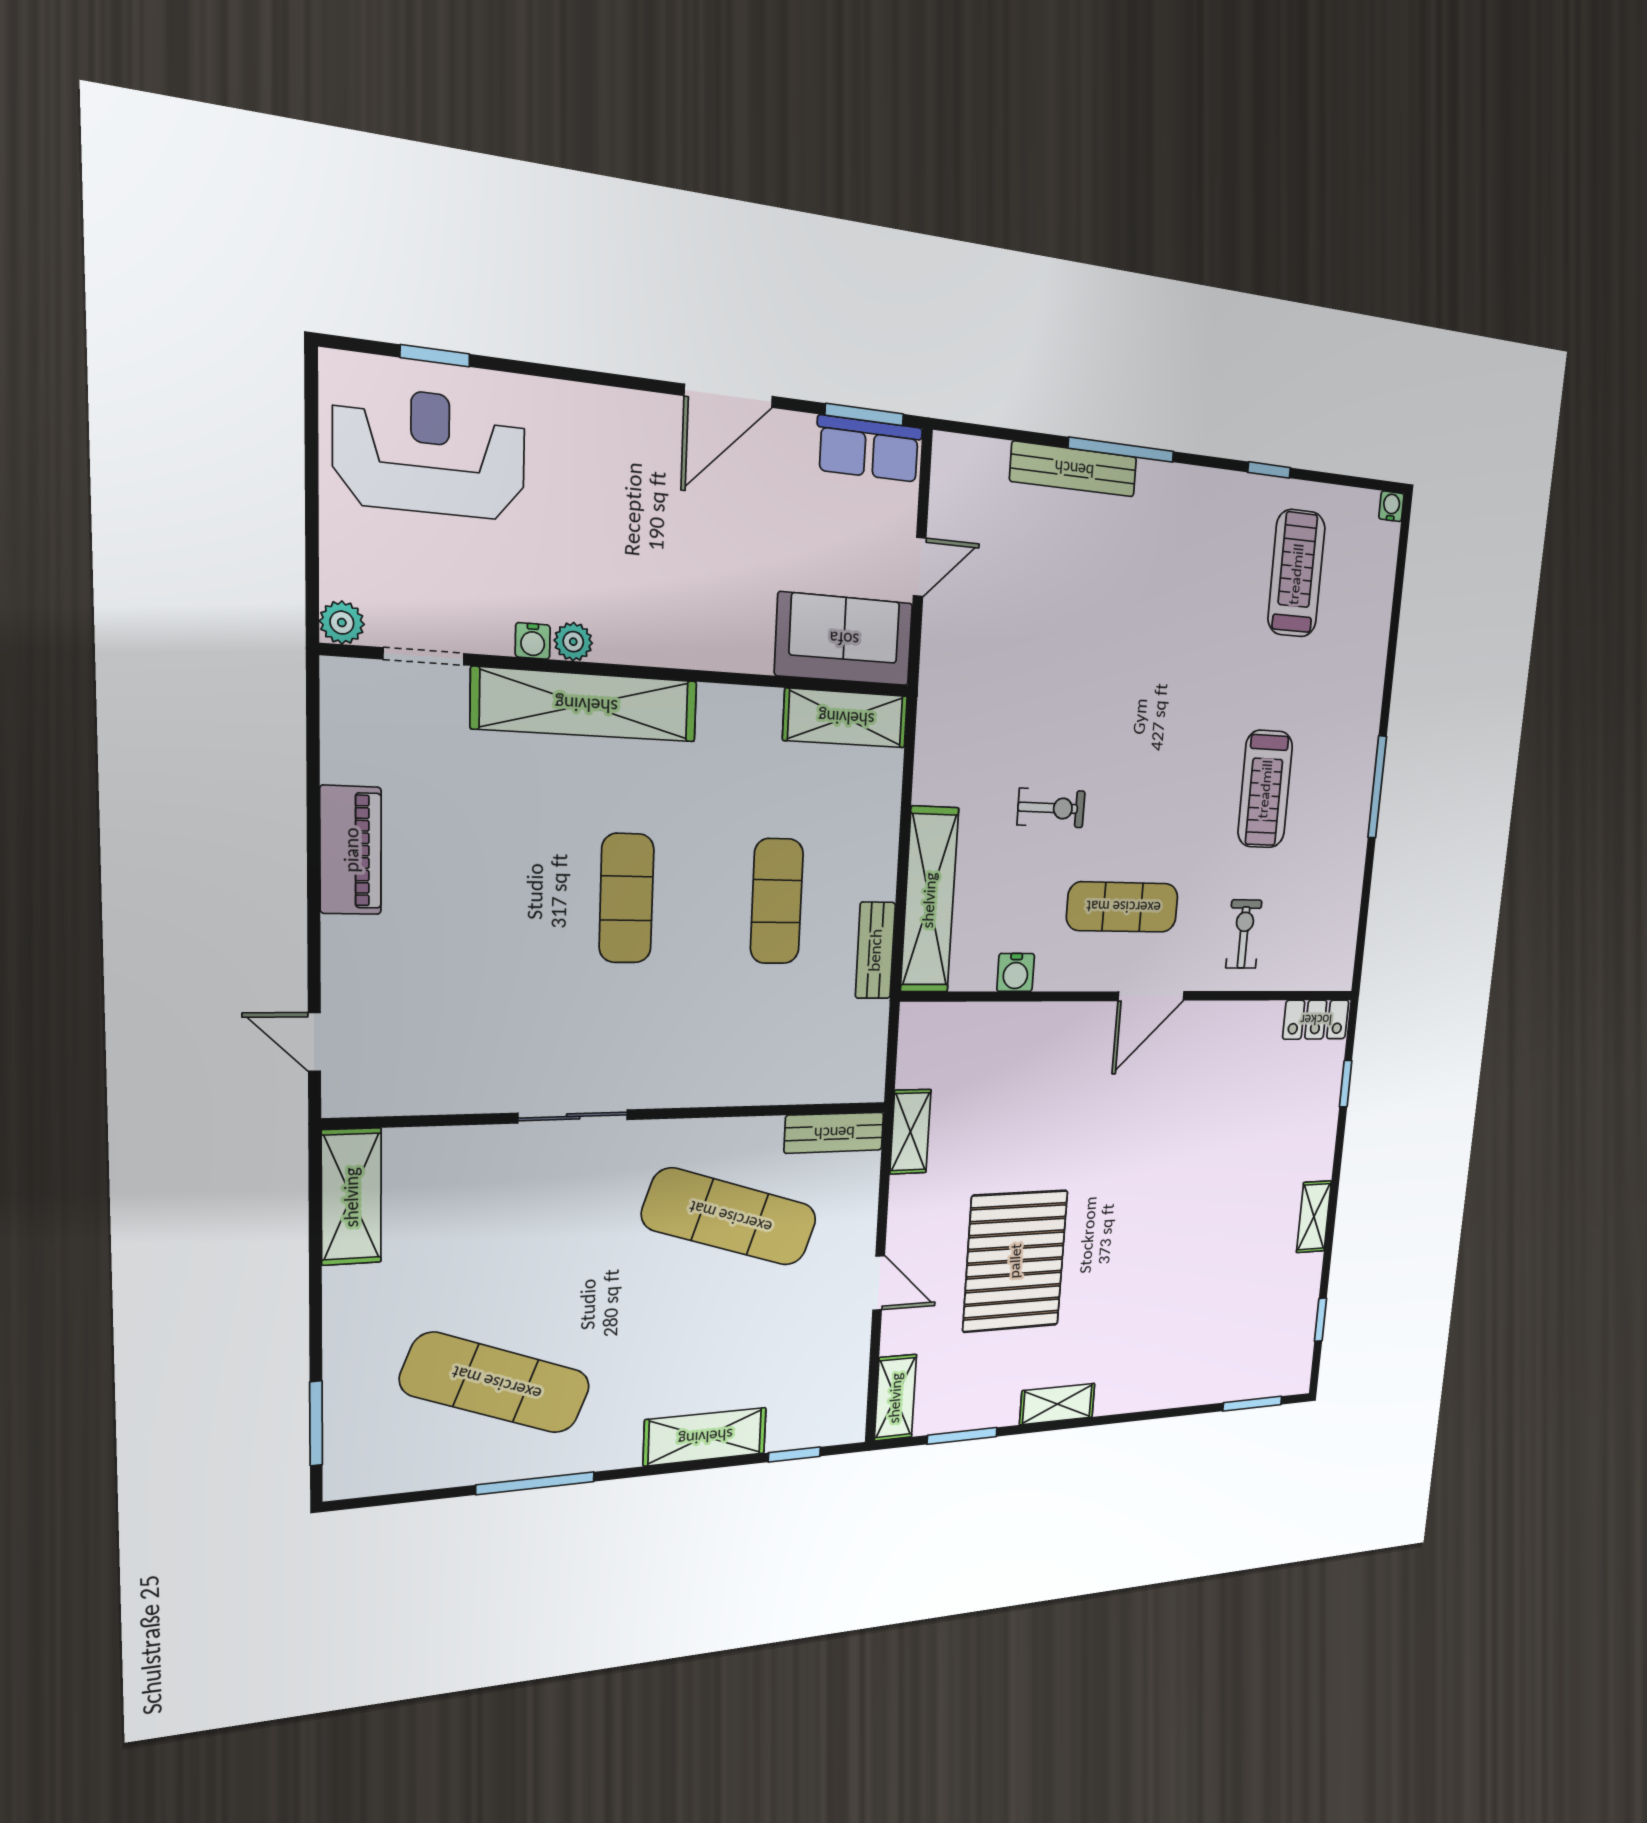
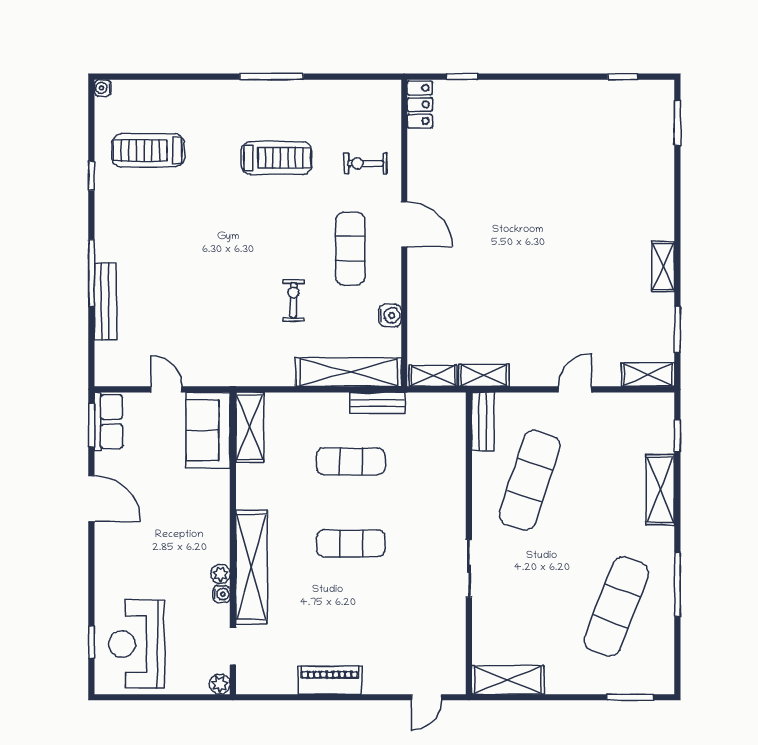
shelving: (1314, 1217) -> (433, 376), moved
pallet: (1015, 1261) -> (567, 302), removed

